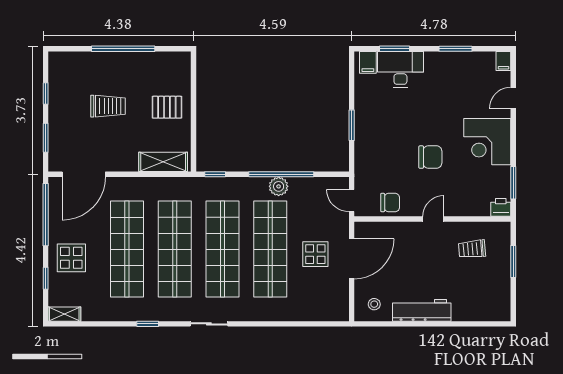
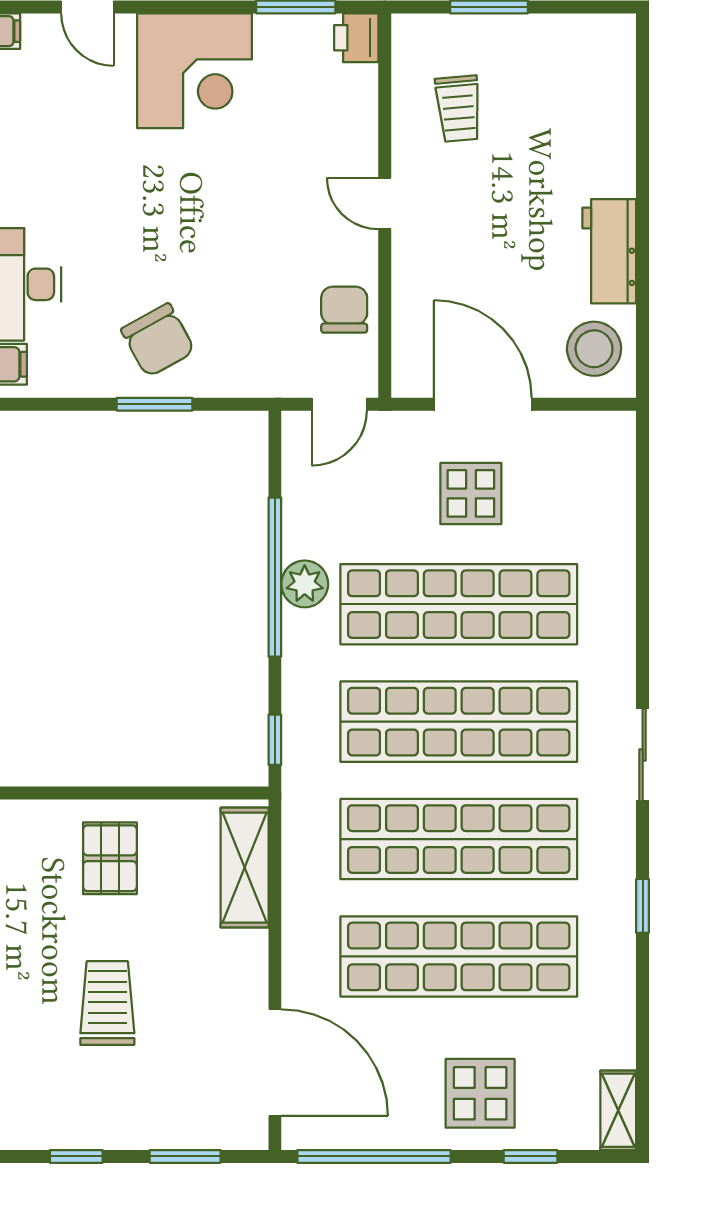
chair: (430, 157) -> (158, 340), moved, turned 151
stool: (374, 304) -> (594, 349), width x1.89, depth x1.89
workbench: (422, 310) -> (609, 251), width x0.73

